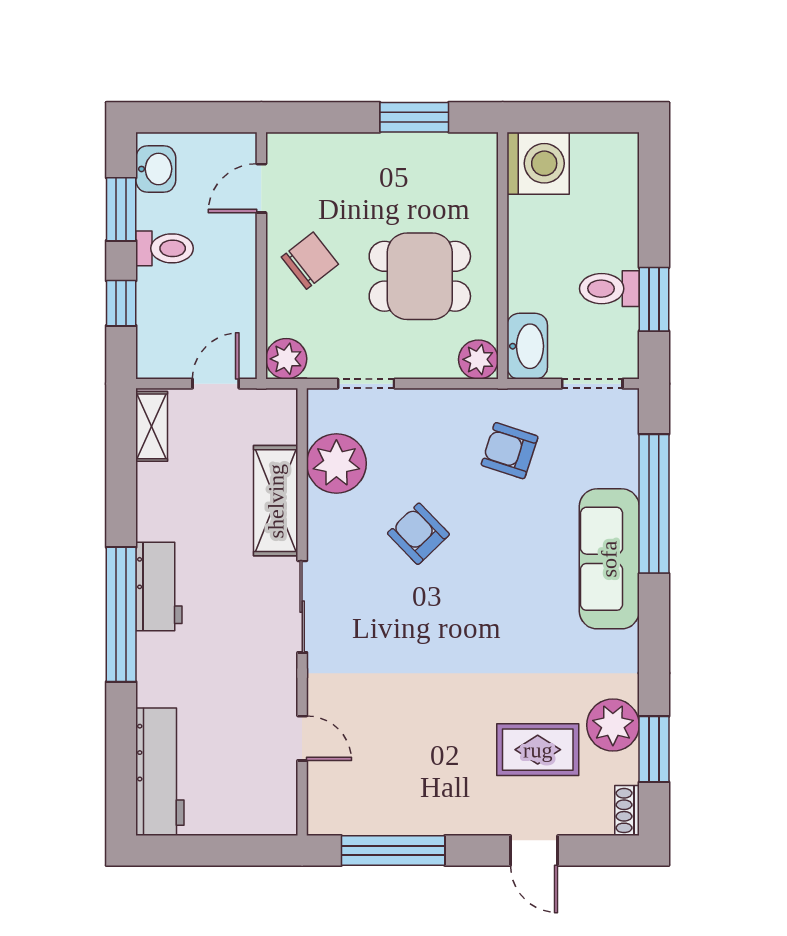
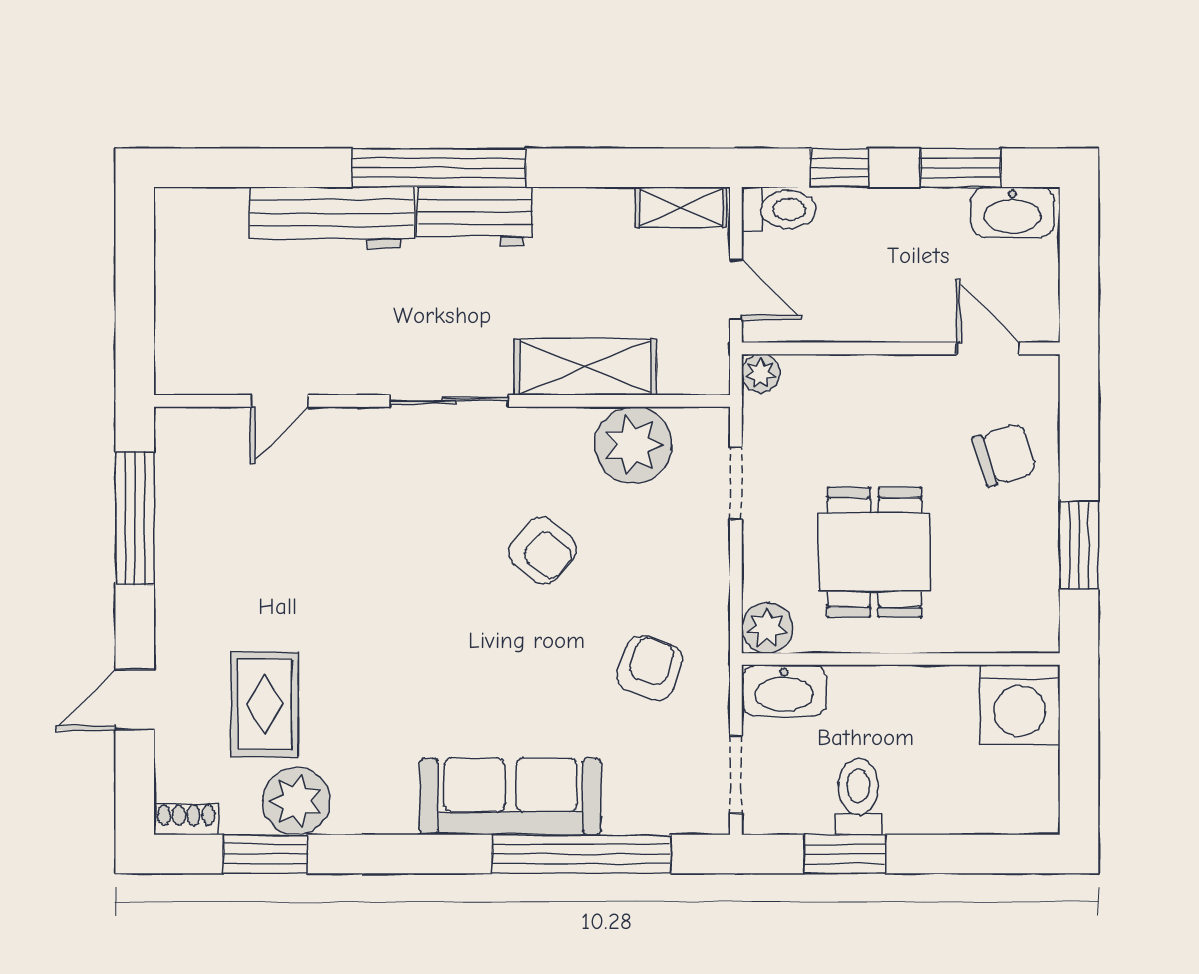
washbasin: (156, 169) -> (1012, 212), width x1.38
toilet: (165, 248) -> (779, 209), moved, turned -90
chair: (310, 261) -> (1005, 455), moved, turned -70
plant: (286, 359) -> (761, 373), width x0.73, depth x0.73
armchair: (418, 534) -> (543, 551), turned 84
workbench: (160, 772) -> (332, 218), moved

